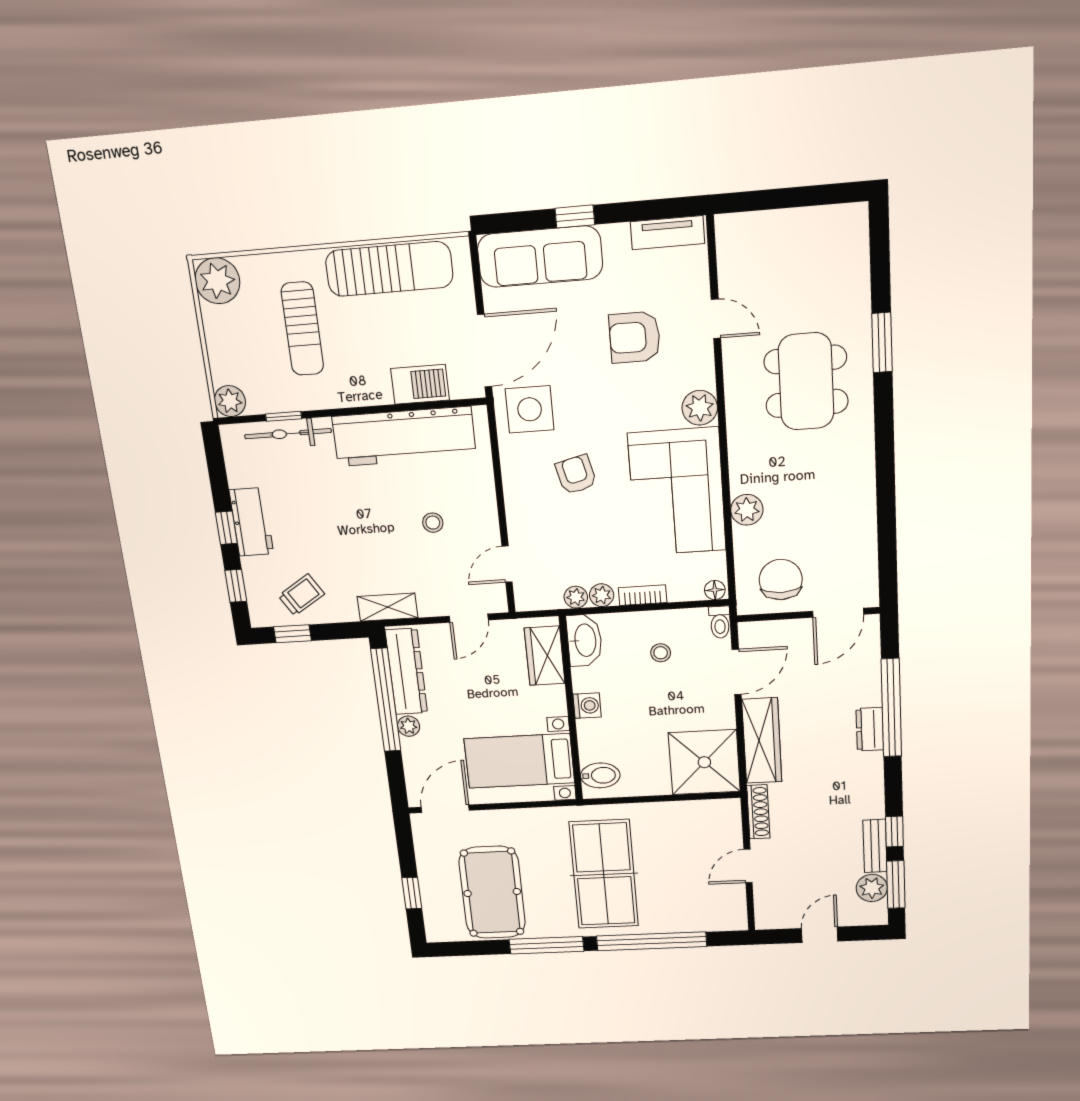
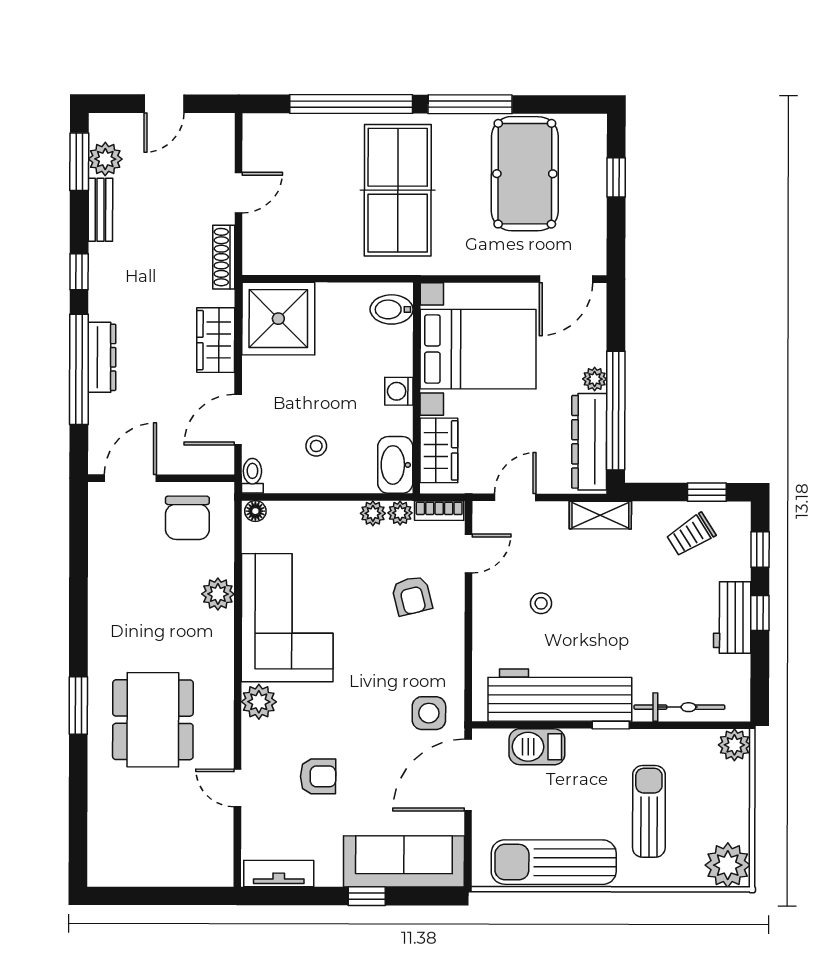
armchair: (635, 337) -> (318, 776), width x0.72, depth x0.72
window: (882, 342) -> (78, 706), moved
side table: (530, 409) -> (429, 713), width x0.73, depth x0.73
window: (284, 416) -> (611, 725), moved
armchair: (576, 475) -> (412, 596), moved
bookcase: (643, 595) -> (439, 511), moved
dresser: (870, 729) -> (102, 357), width x1.44
wardrobe: (762, 741) -> (216, 340), width x0.67
bed with nightstands: (519, 761) -> (478, 349), width x1.36
window: (894, 832) -> (79, 272), moved

